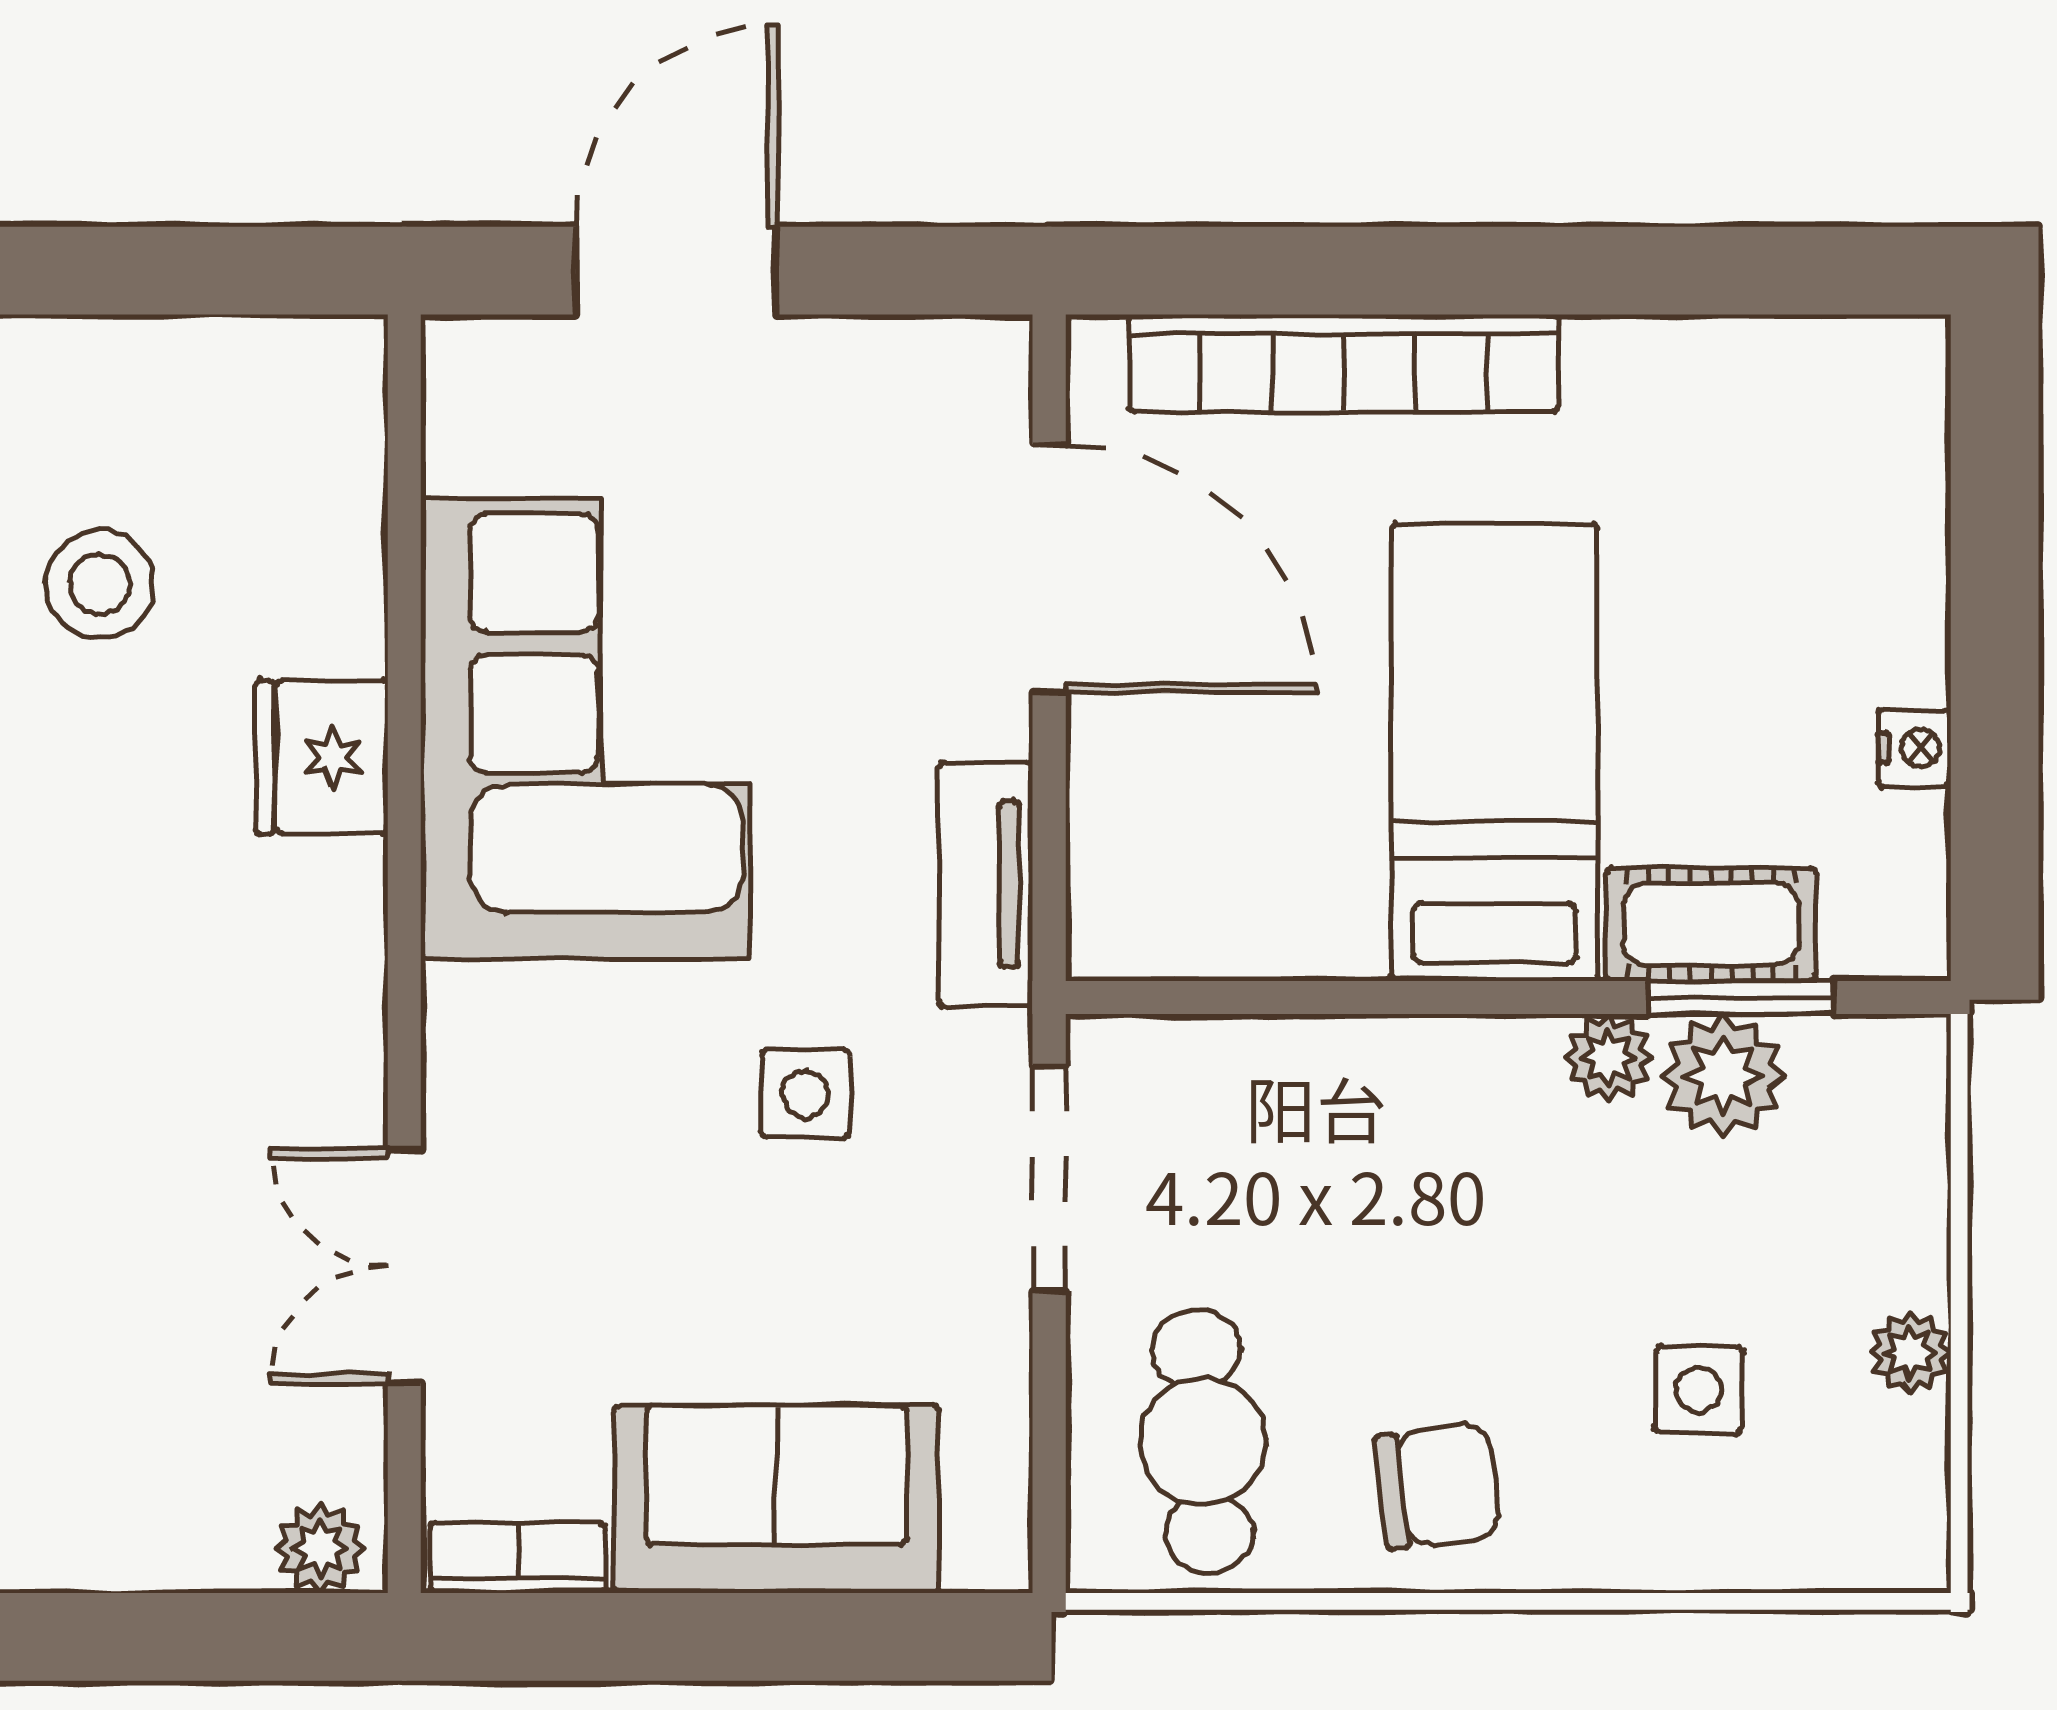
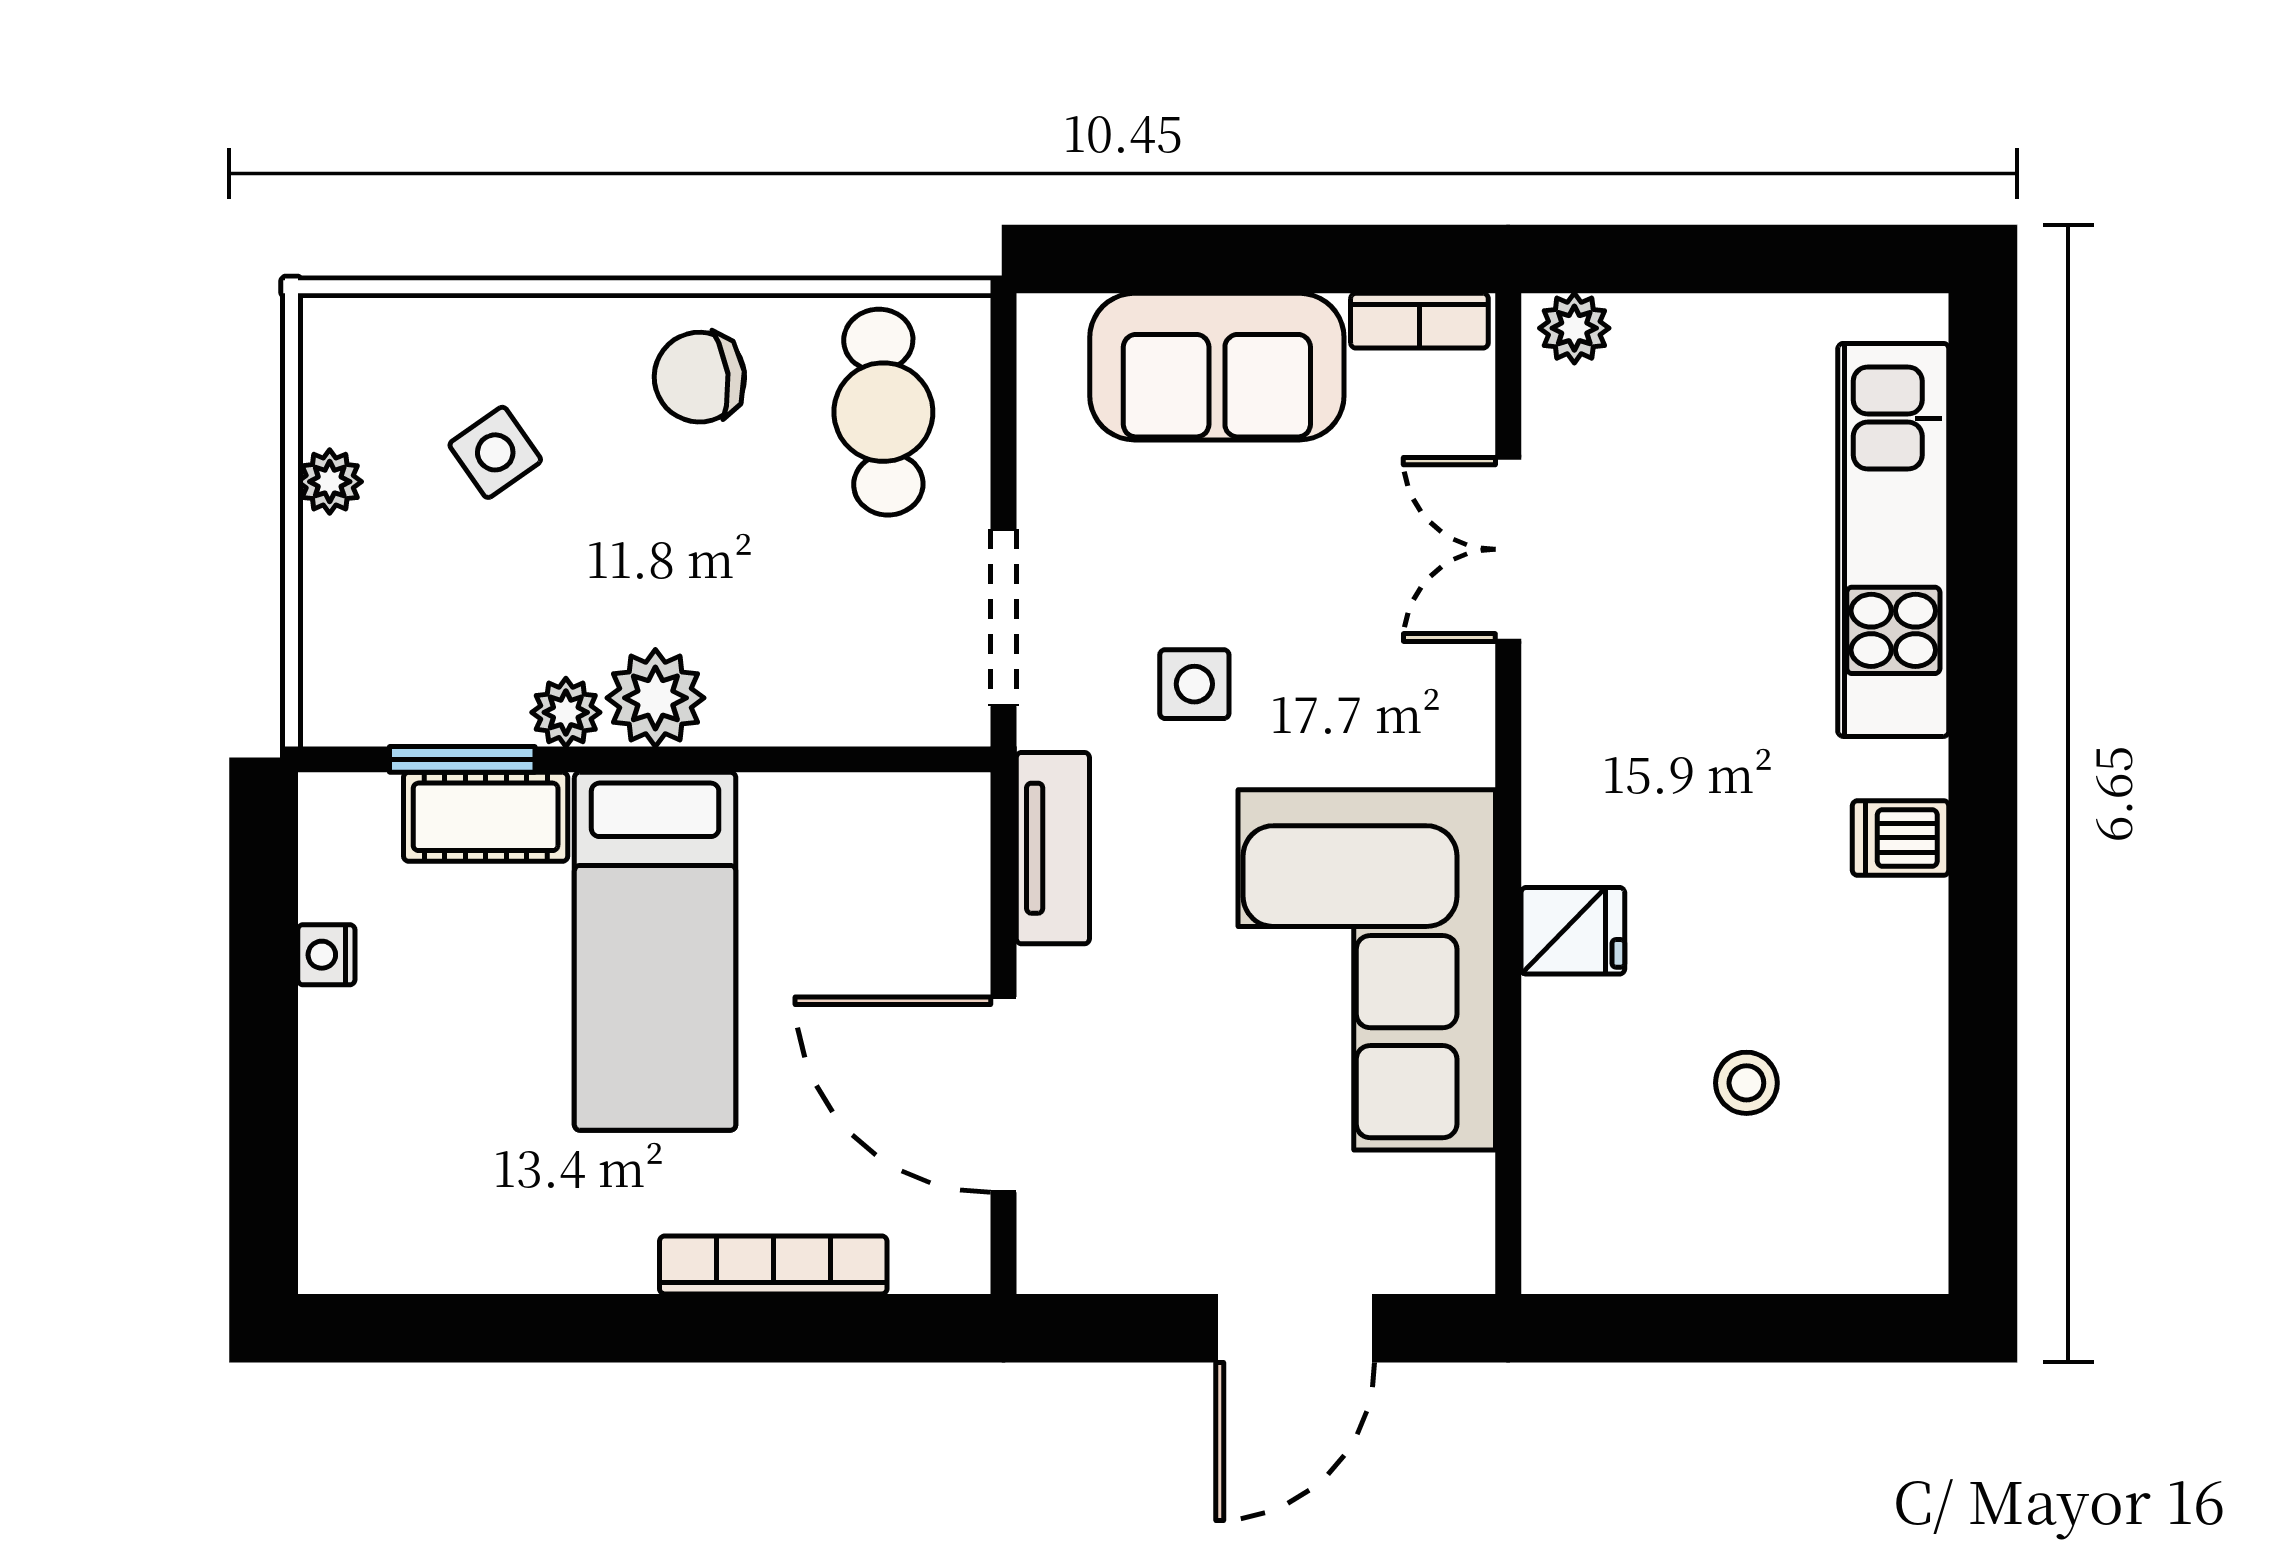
bookcase: (1343, 363) -> (773, 1265), width x0.68, depth x0.76
stool: (100, 584) -> (1746, 1083), width x0.73, depth x0.73
fridge: (322, 757) -> (1573, 931), width x0.72
plant: (1723, 1076) -> (655, 698), moved
double door: (404, 1266) -> (1508, 549), swing flipped
side table: (1699, 1390) -> (495, 452), turned -37

